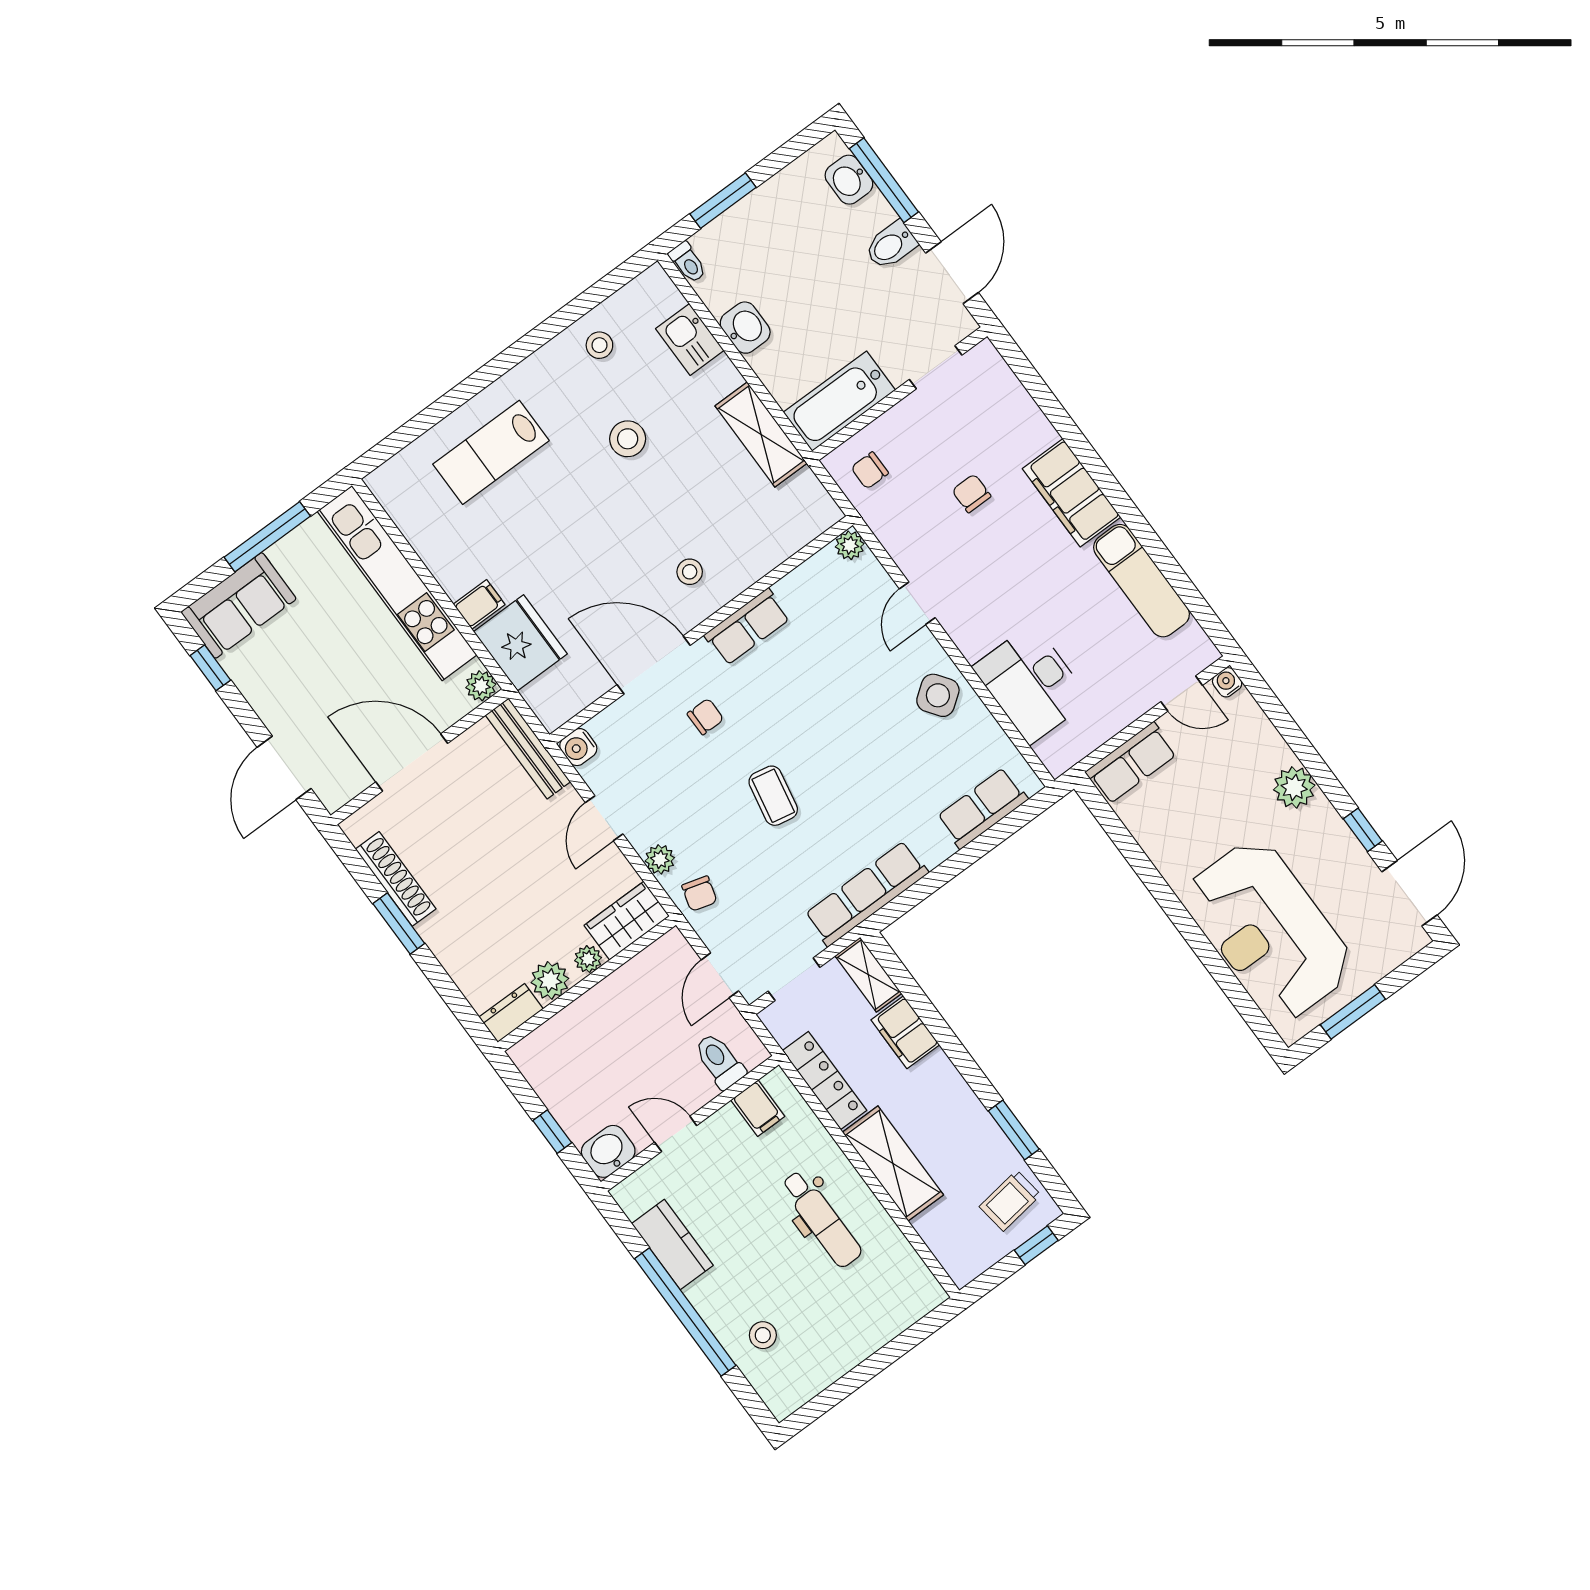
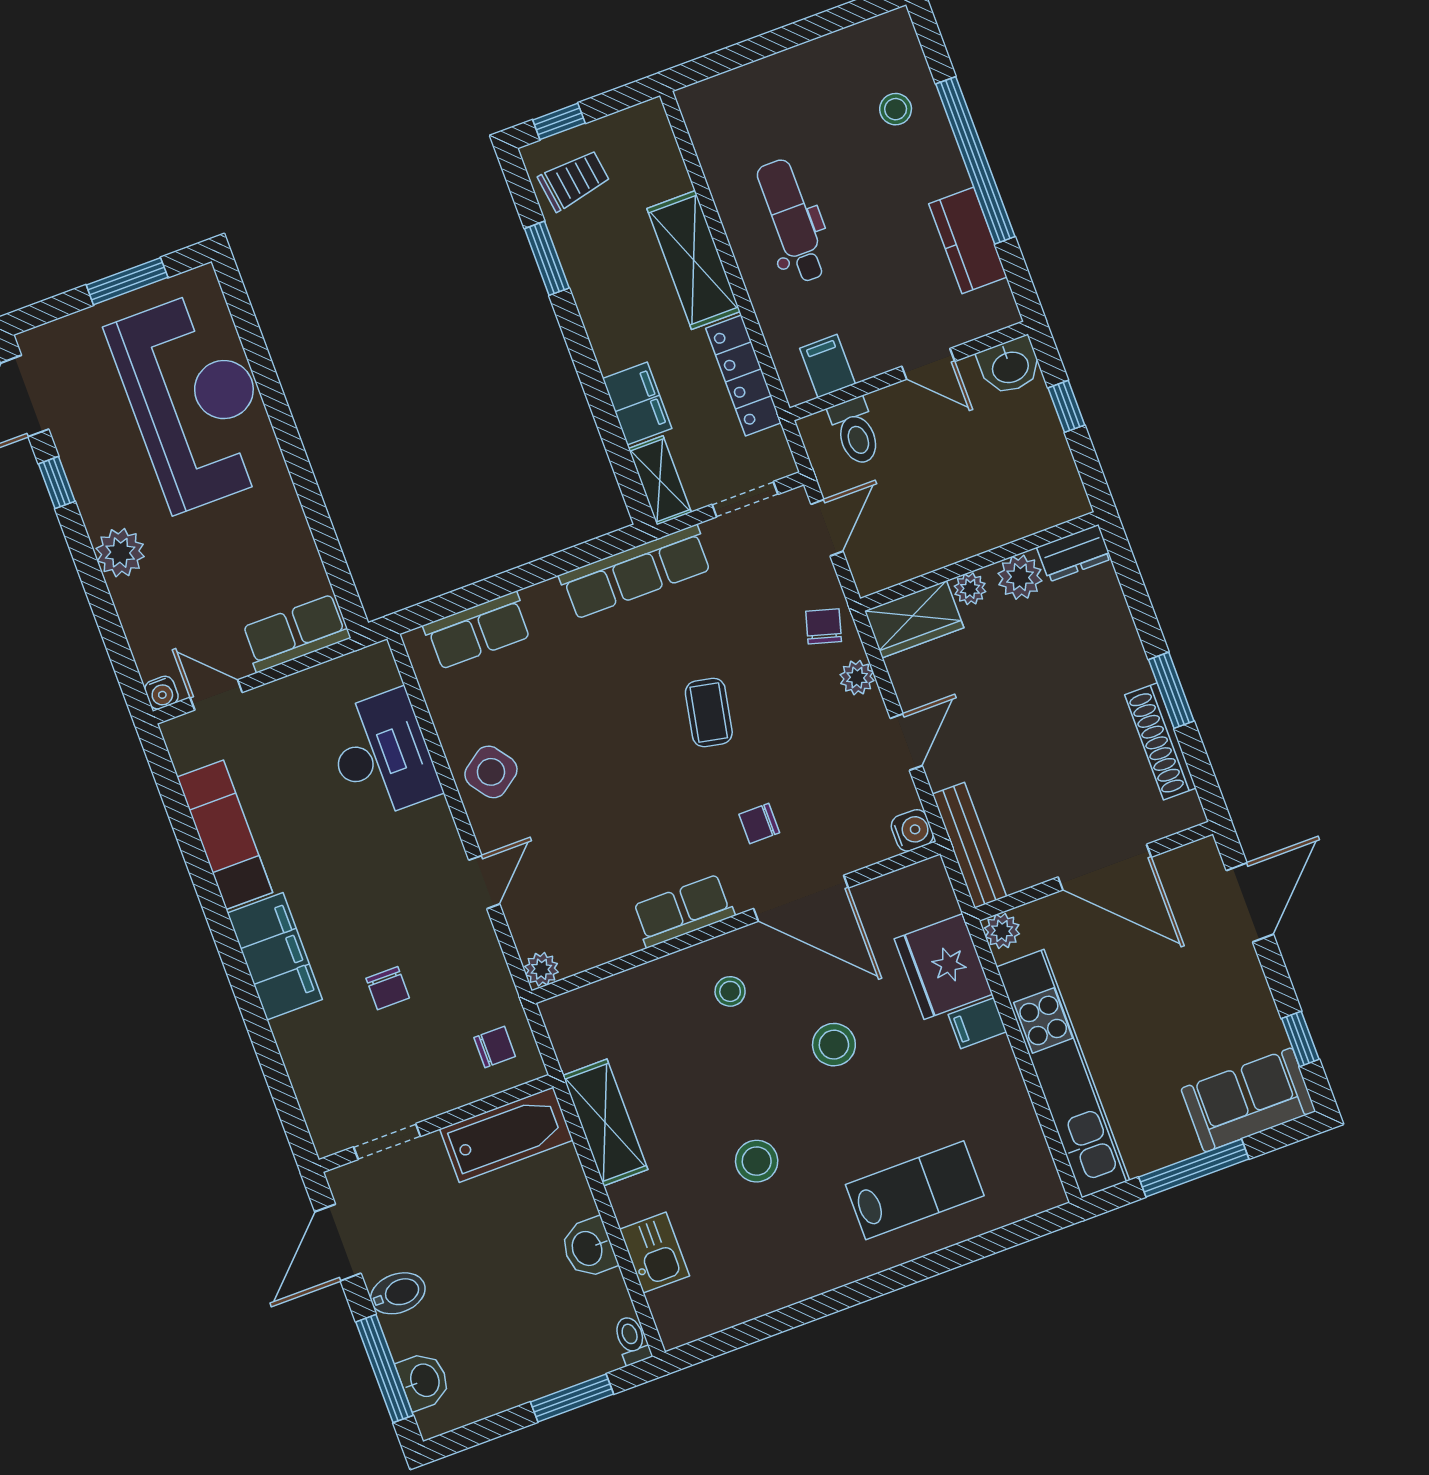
stool: (599, 345) -> (834, 1045), moved, width x1.37, depth x1.37

